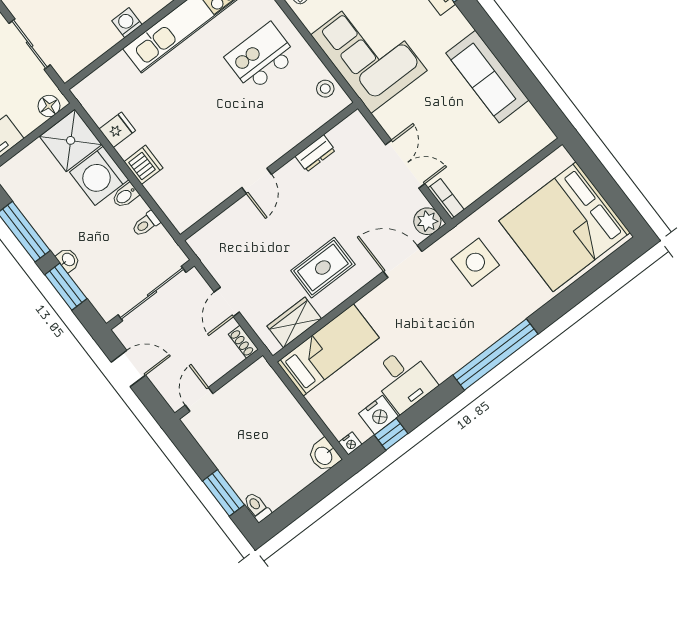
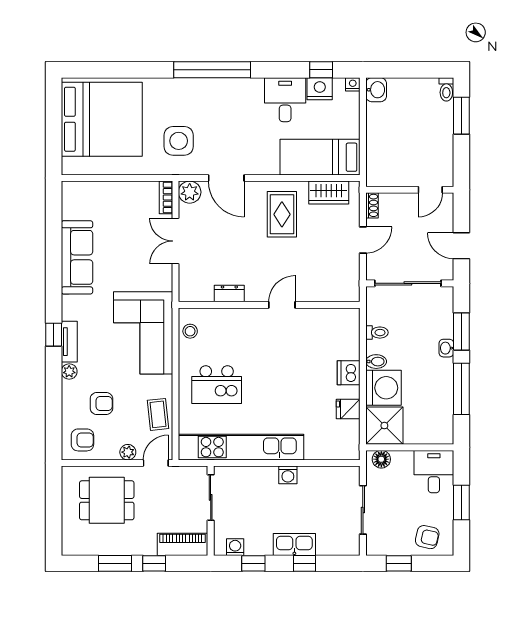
rug: (323, 268) -> (282, 214), turned 90

